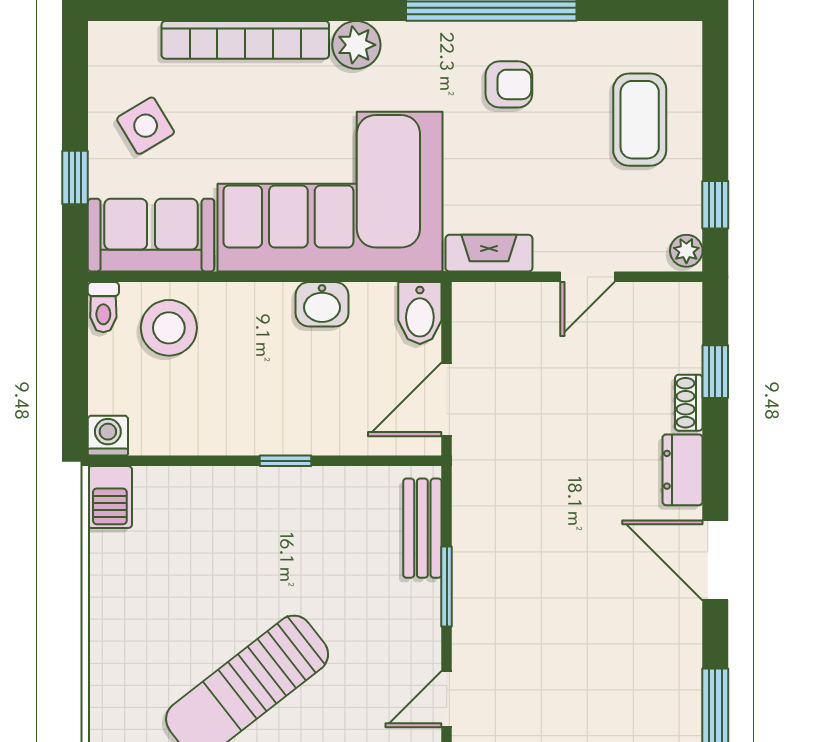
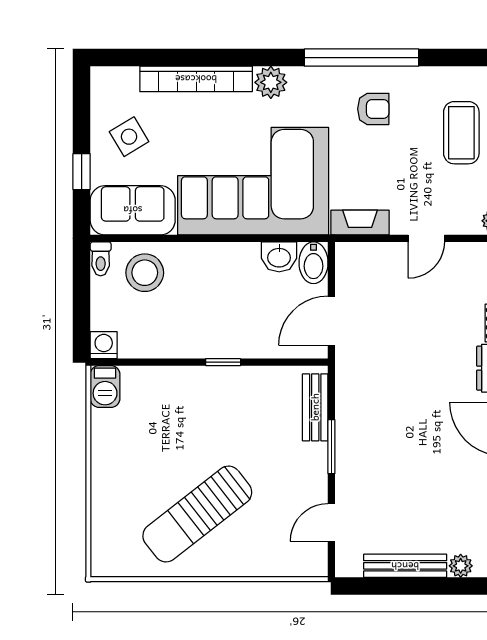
washbasin: (322, 304) -> (279, 257), moved

